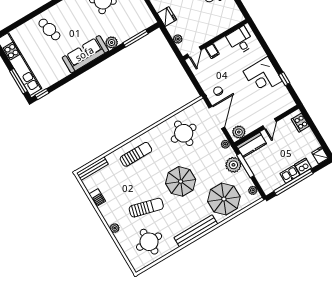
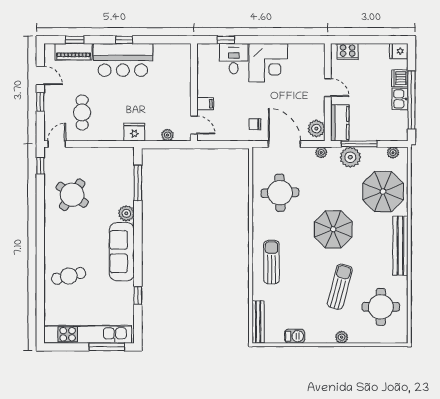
desk: (240, 40) -> (234, 59), moved, turned 90
window: (284, 79) -> (226, 40), moved
window: (42, 94) -> (138, 295), moved

